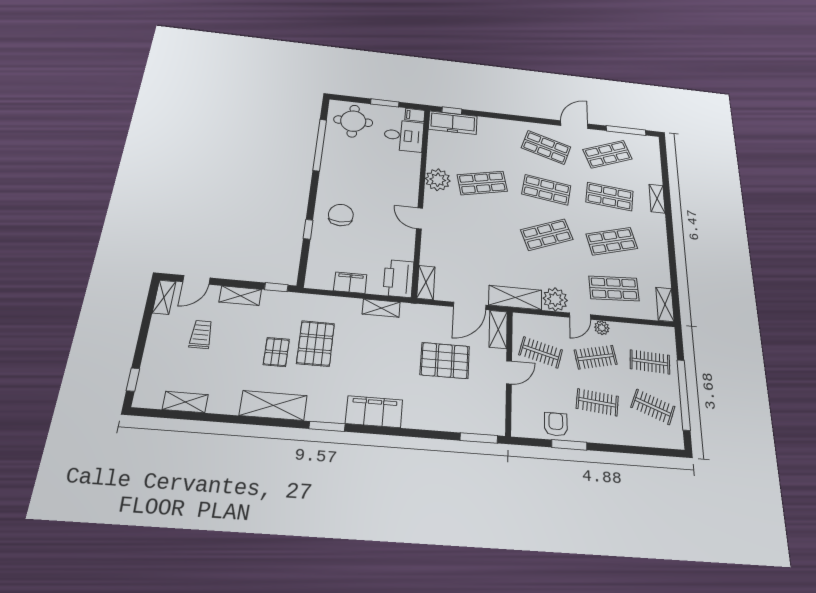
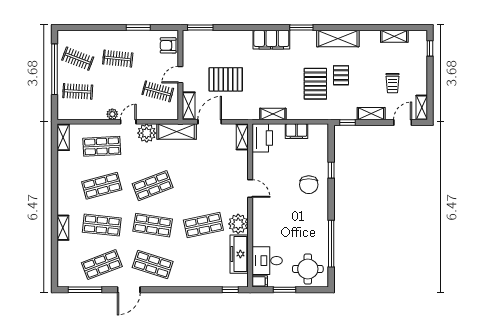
freezer: (453, 123) -> (239, 254), moved, turned -90
clothes rail: (596, 357) -> (118, 91), removed
armchair: (556, 424) -> (168, 45), moved, turned 90

